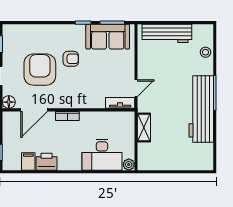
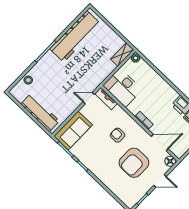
sofa: (108, 37) -> (73, 131), moved, turned 90
armchair: (71, 59) -> (118, 135), moved
workbench: (201, 109) -> (75, 36), moved
shelving: (144, 127) -> (122, 54), moved
desk: (102, 155) -> (123, 88), moved, turned 180

